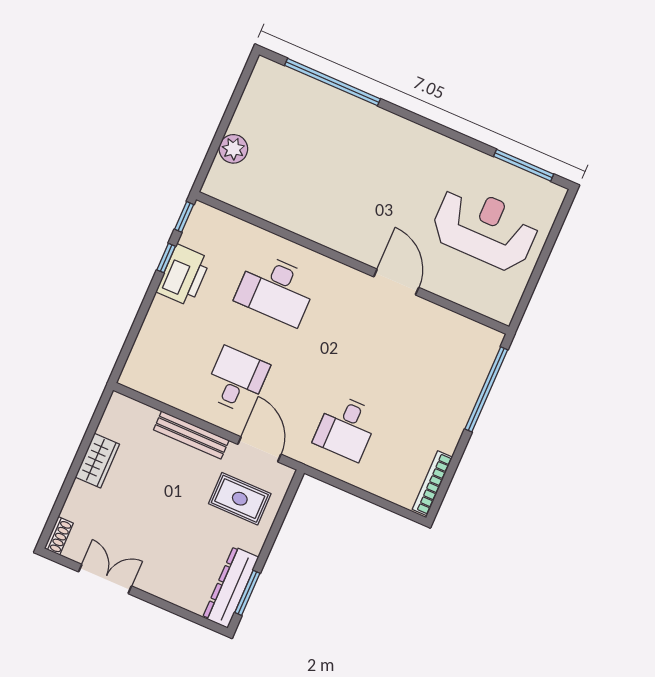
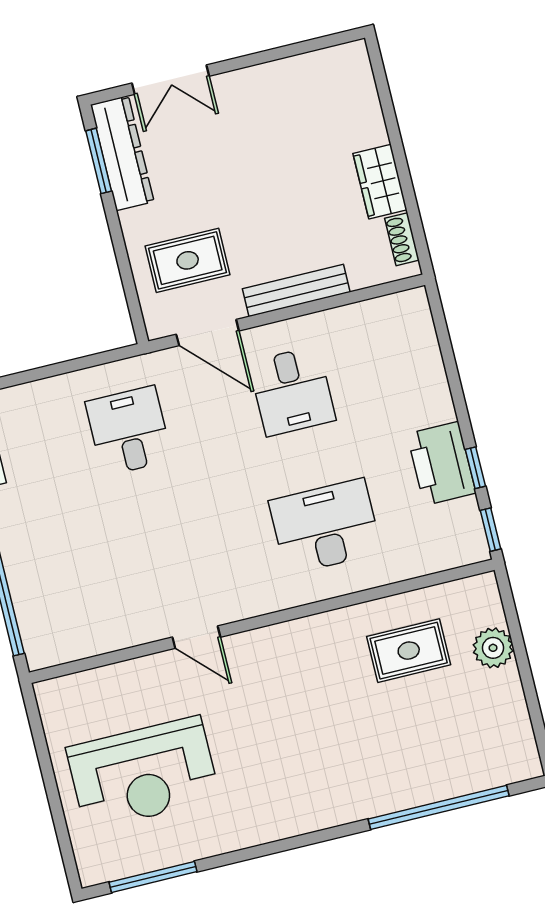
rug: (282, 184) -> (409, 651), added
door: (396, 282) -> (196, 637), width x0.73
shoe rack: (59, 536) -> (402, 239), moved
double door: (105, 579) -> (170, 80), moved

